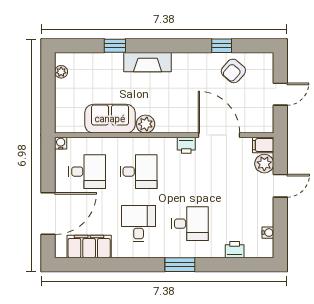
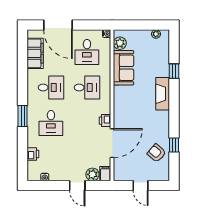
plant: (146, 124) -> (120, 43), moved
desk: (139, 172) -> (87, 87), turned -90

